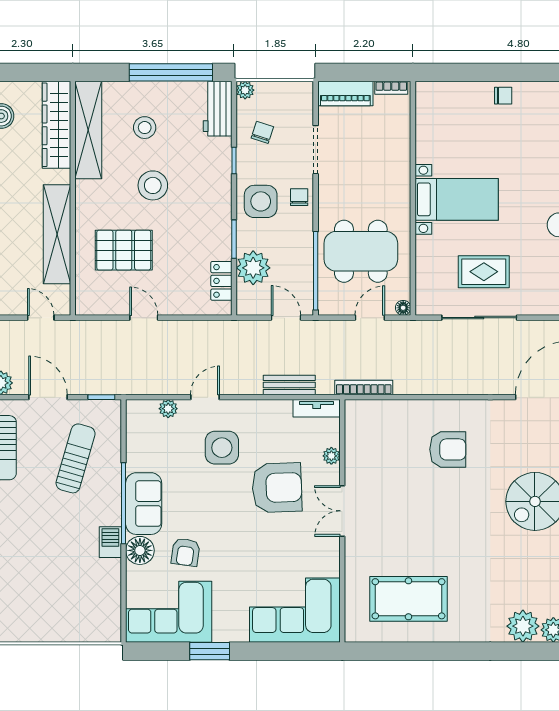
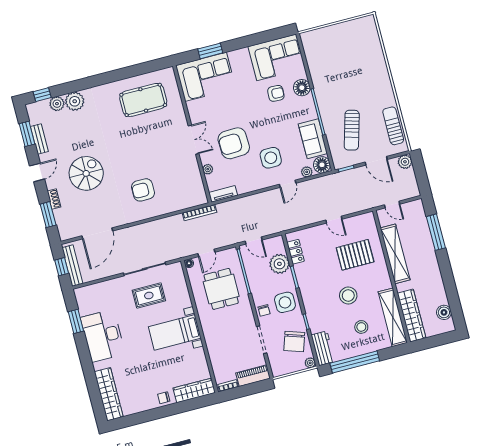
wardrobe: (449, 94) -> (194, 390), added
chair: (262, 132) -> (294, 342), width x1.87, depth x1.87
dining table: (361, 251) -> (221, 289), width x0.73
bench: (289, 385) -> (242, 203), removed
floor lamp: (140, 414) -> (322, 165), added
sofa: (144, 504) -> (313, 139), moved
barbecue: (110, 542) -> (320, 88), removed
armchair: (186, 552) -> (276, 93), turned 85
window: (210, 651) -> (210, 51), moved

